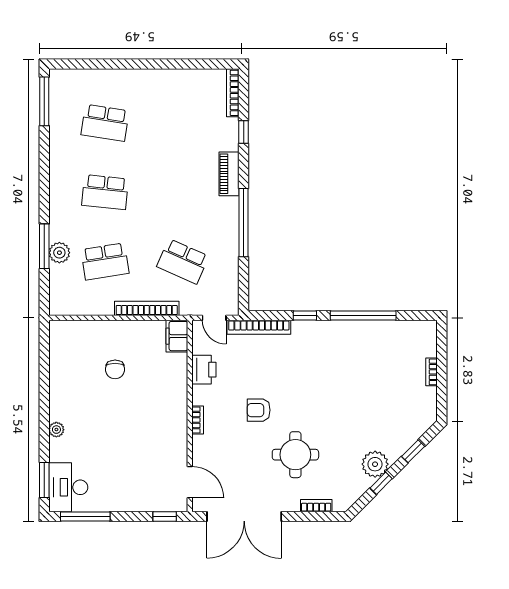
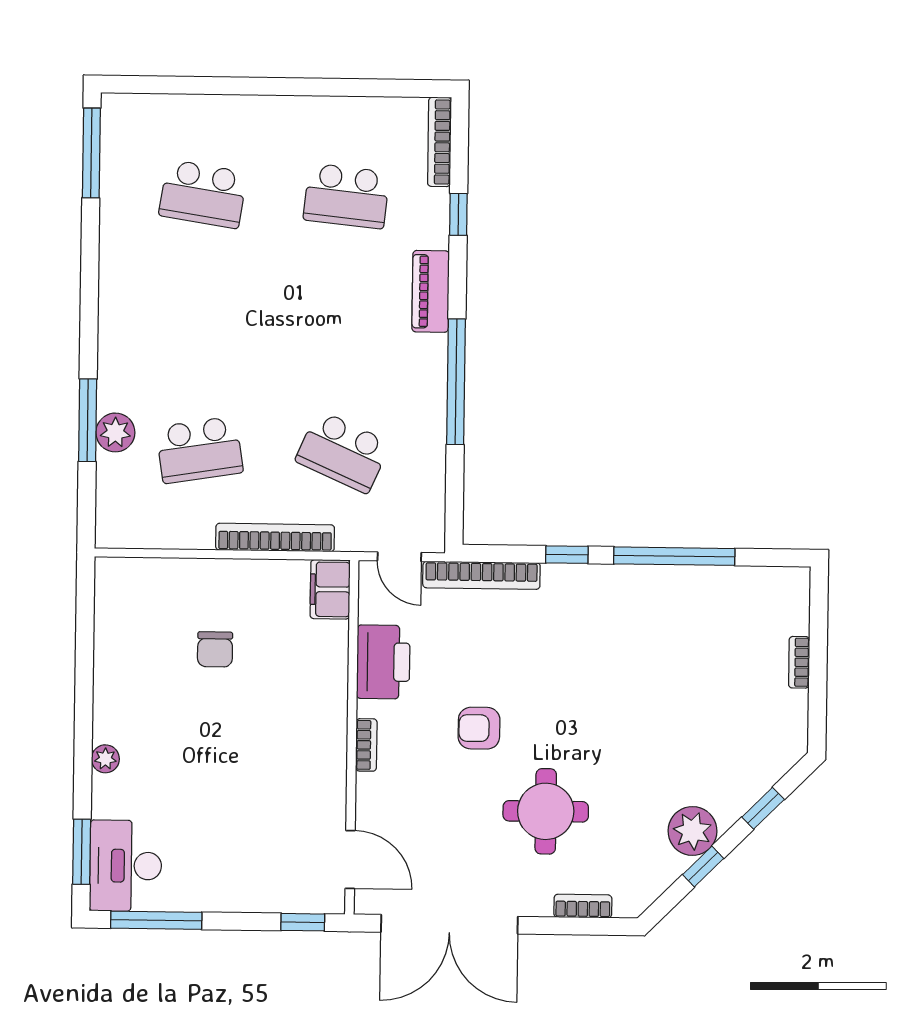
school desk: (105, 192) -> (346, 196), moved
printer: (204, 370) -> (383, 662), width x1.37, depth x1.19

